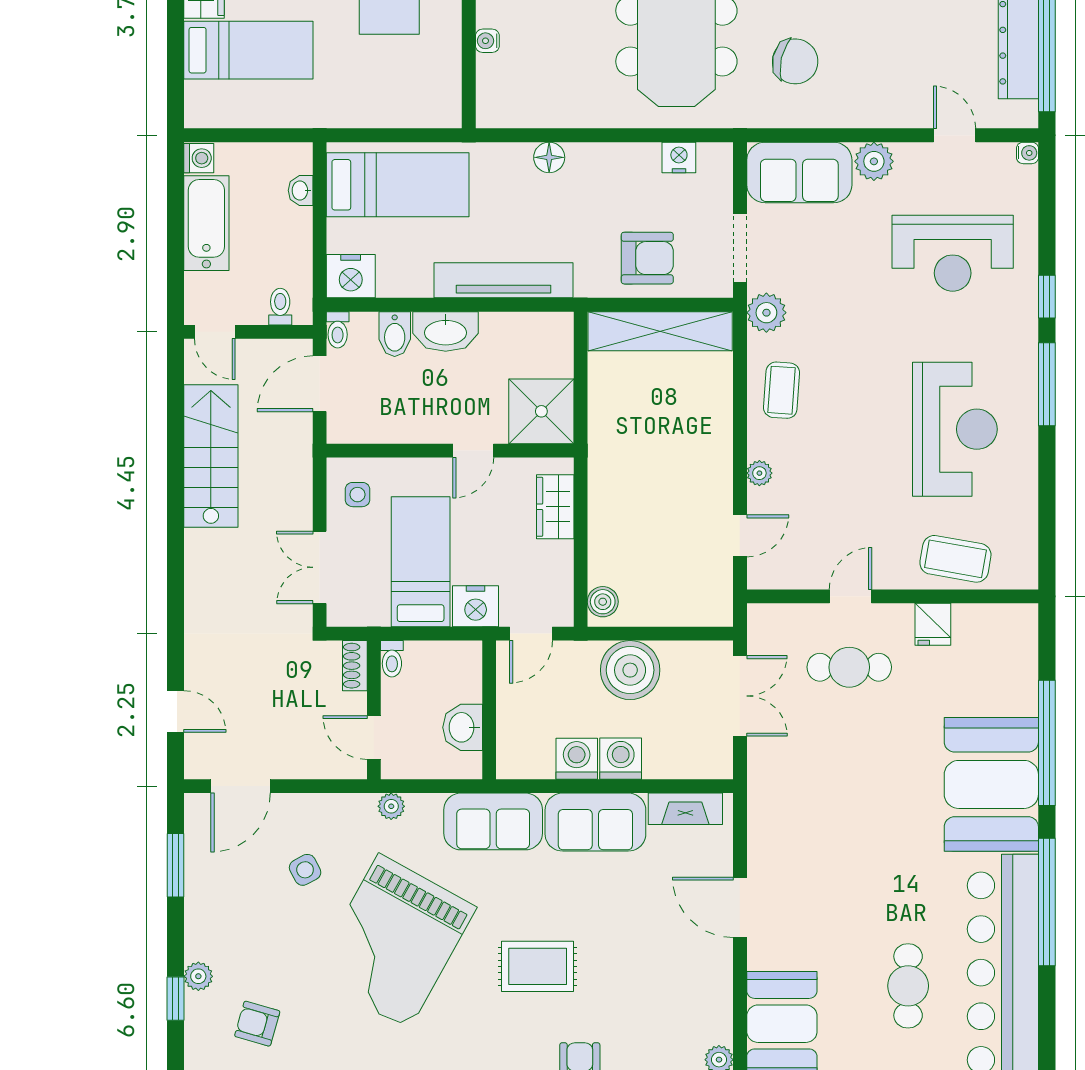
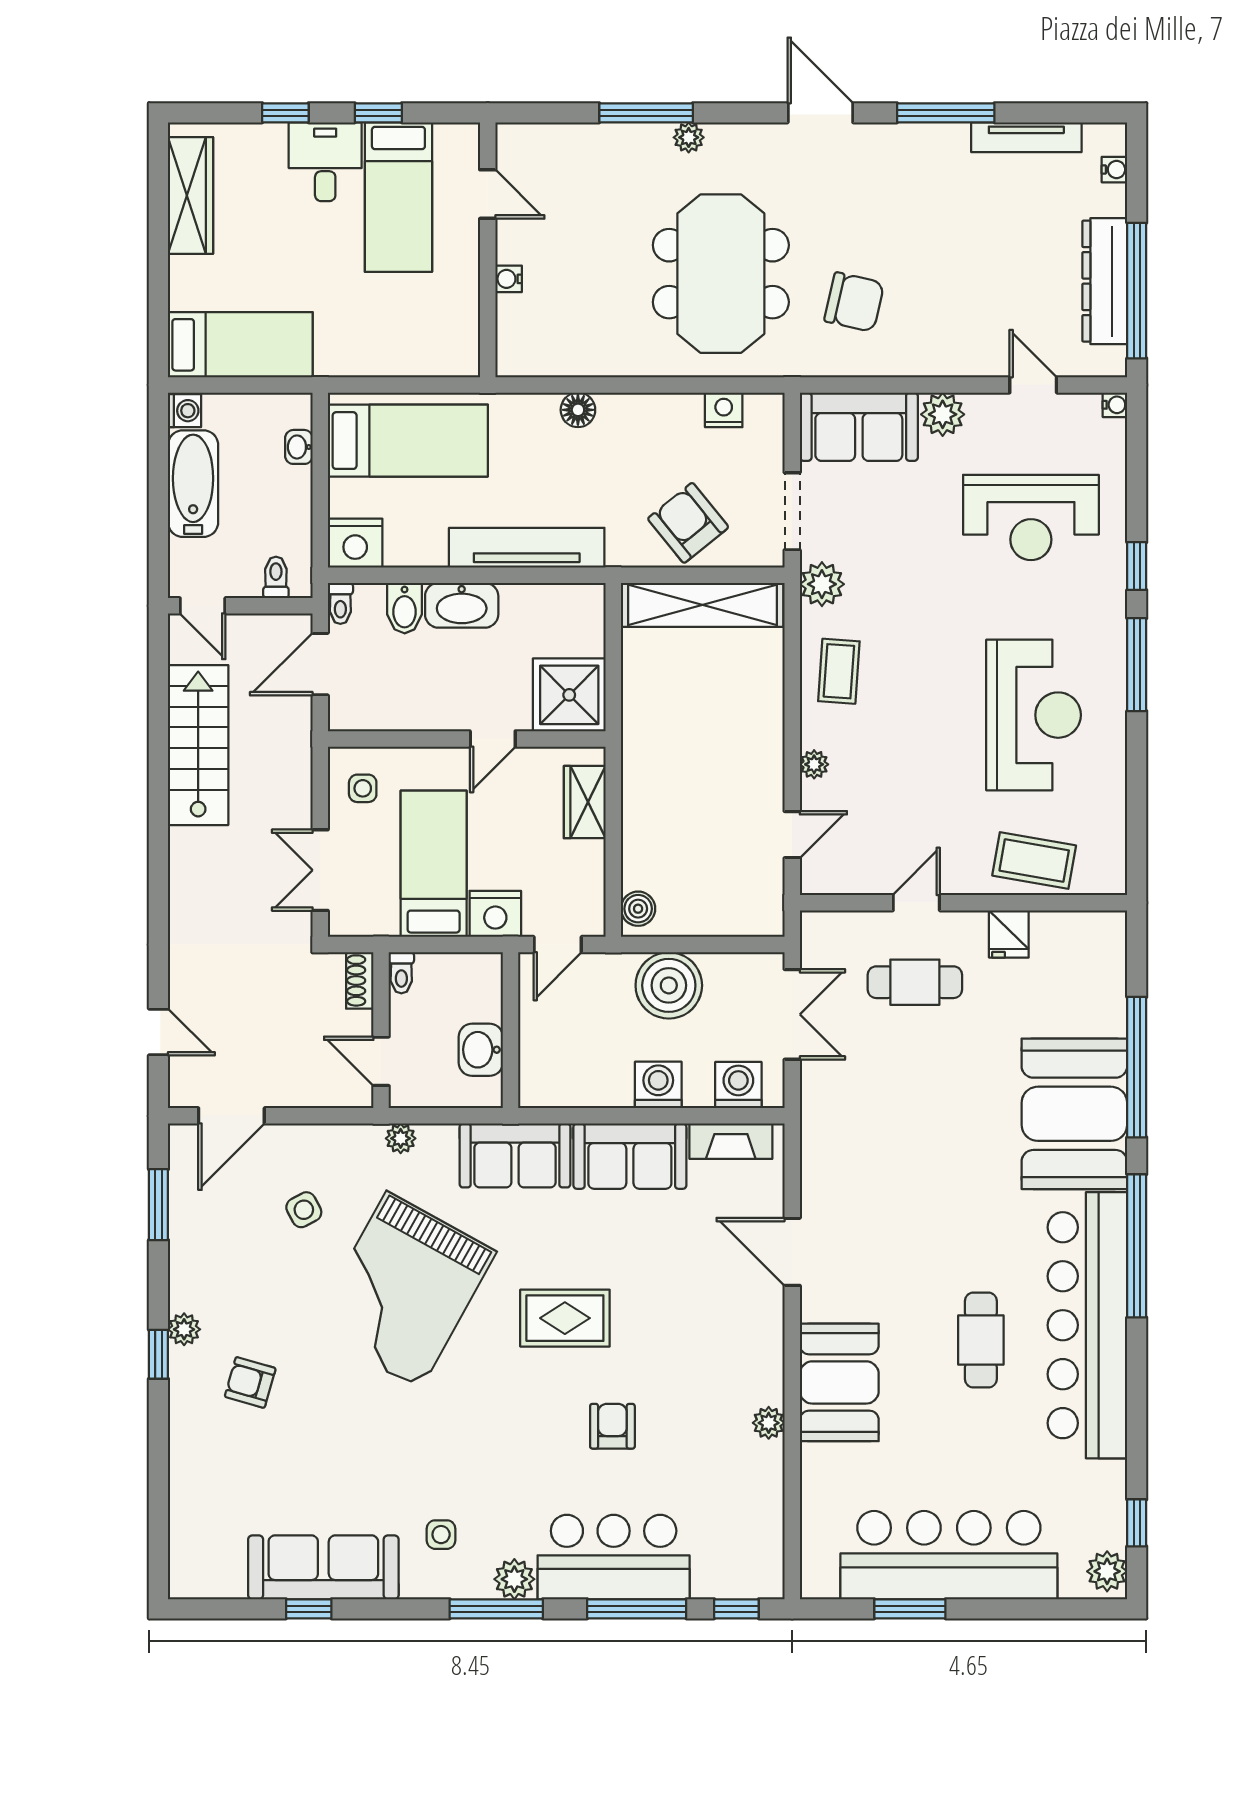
bed: (248, 50) -> (240, 345), moved
armchair: (647, 258) -> (688, 523), turned -129
washing machine: (577, 759) -> (738, 1085), moved

